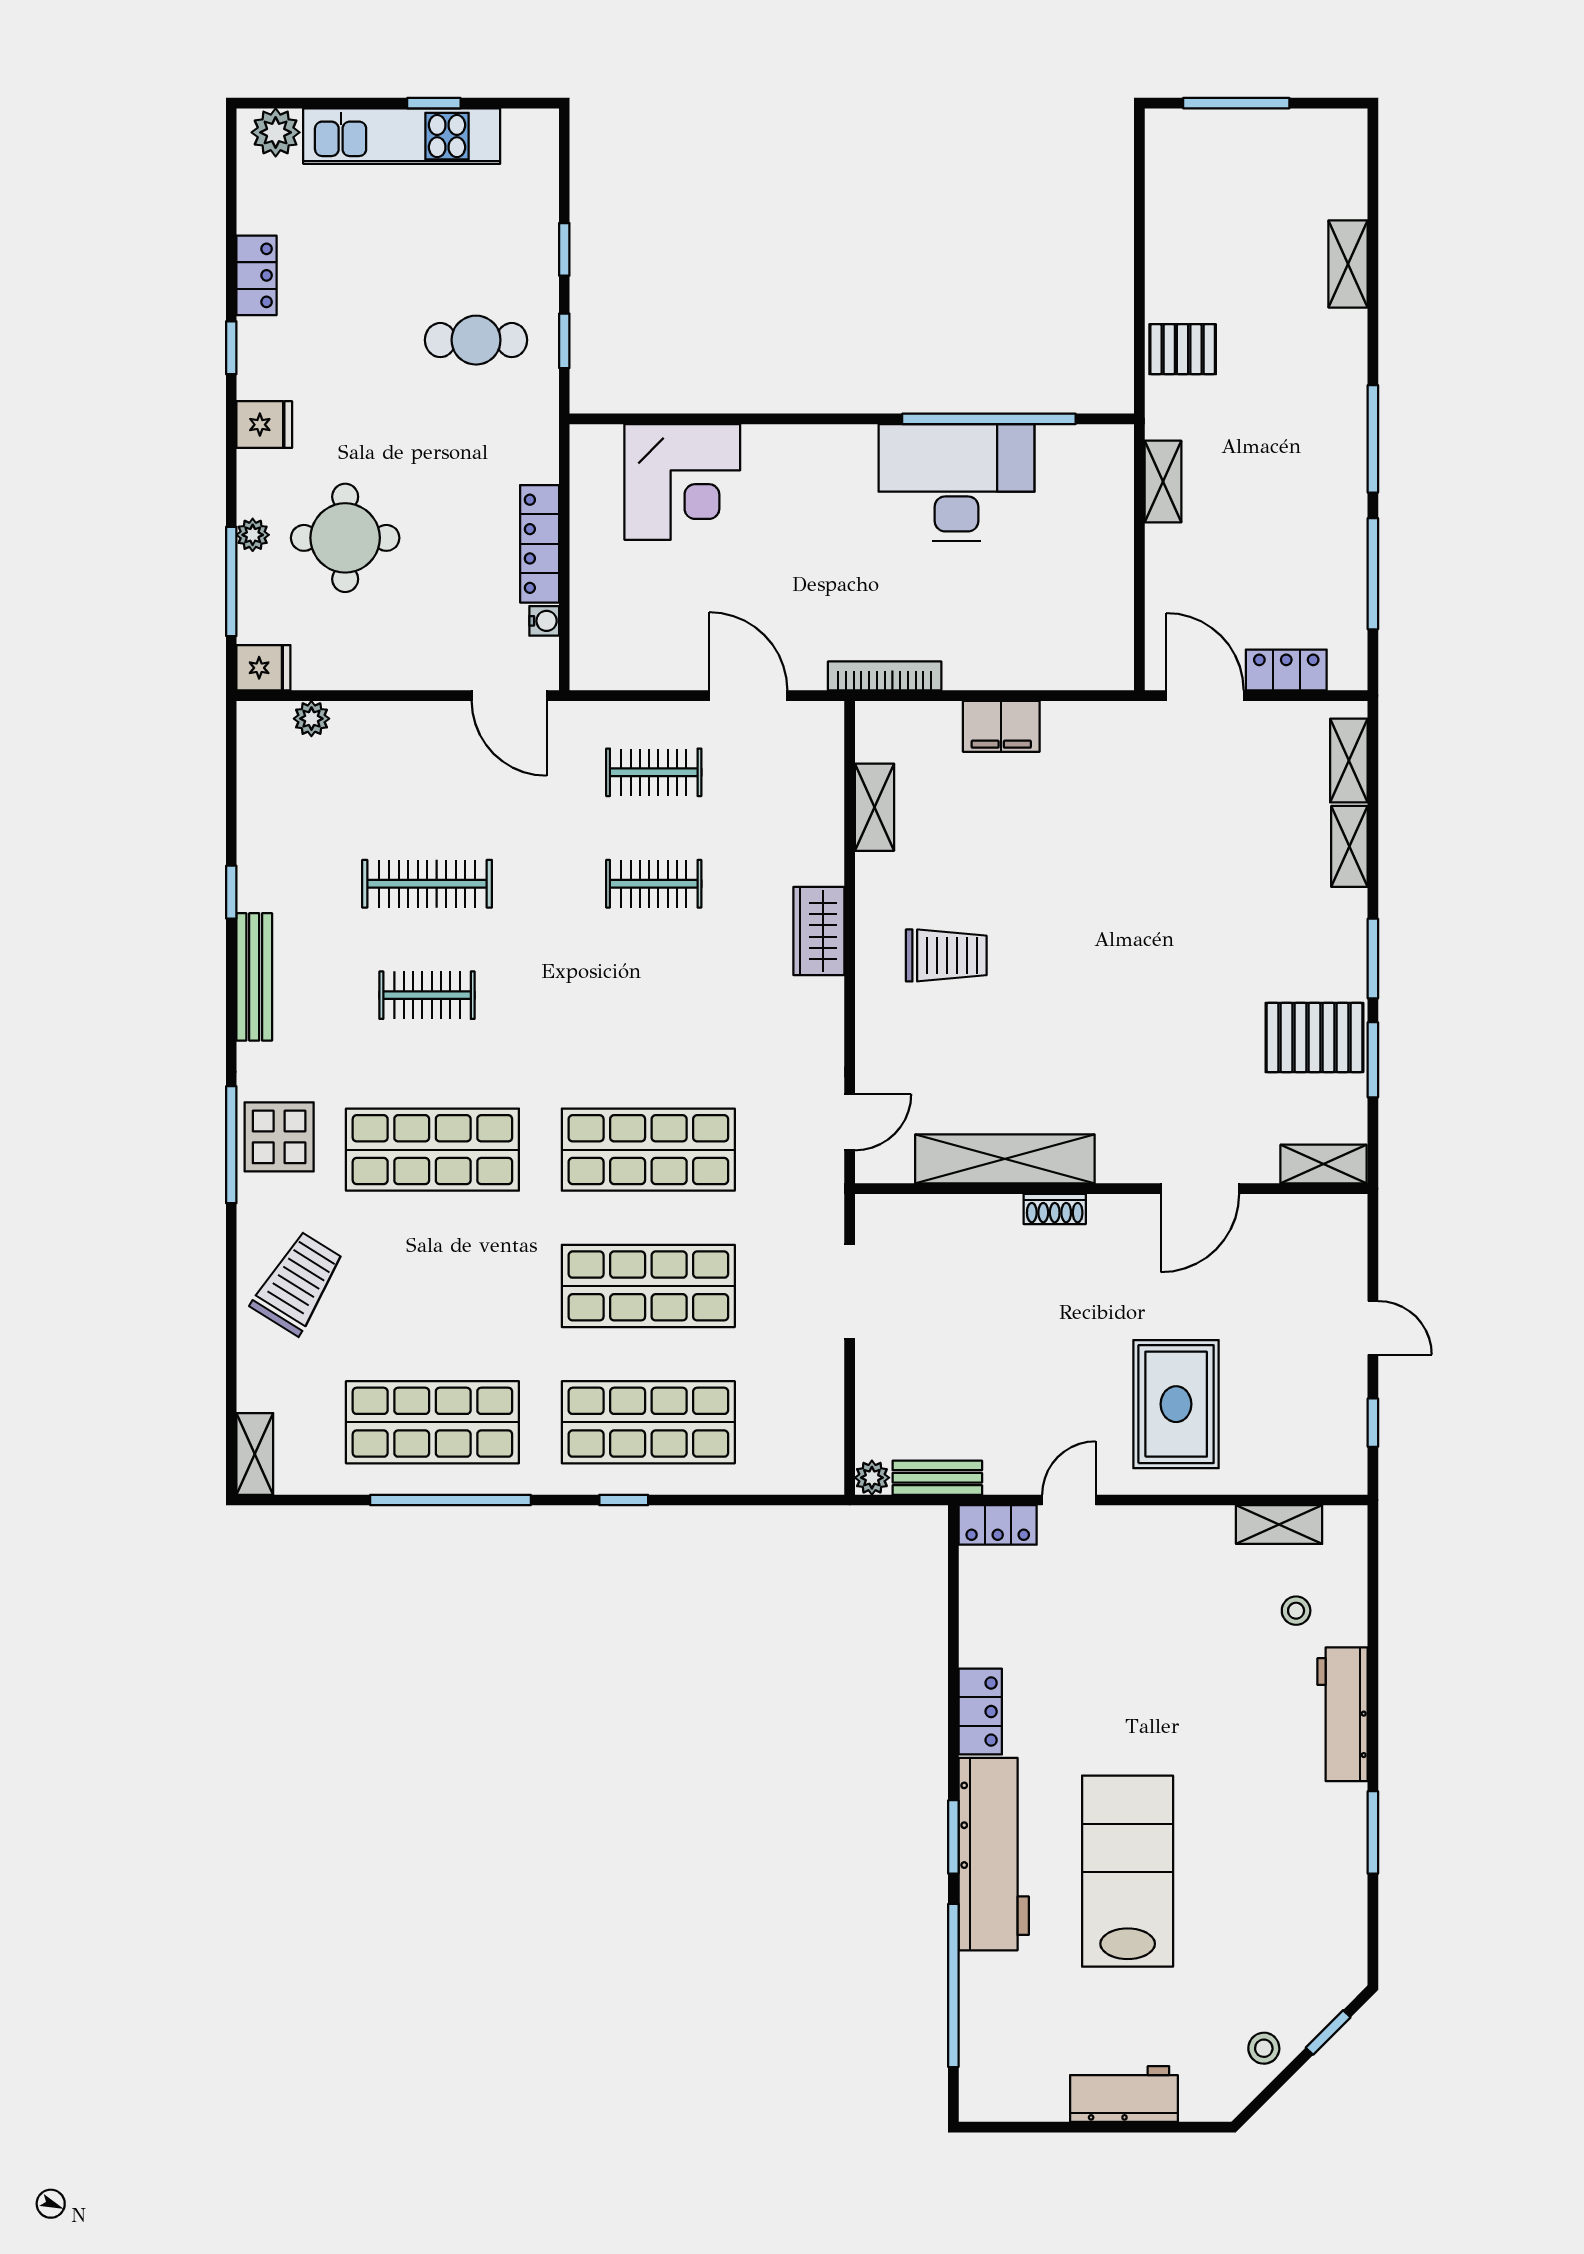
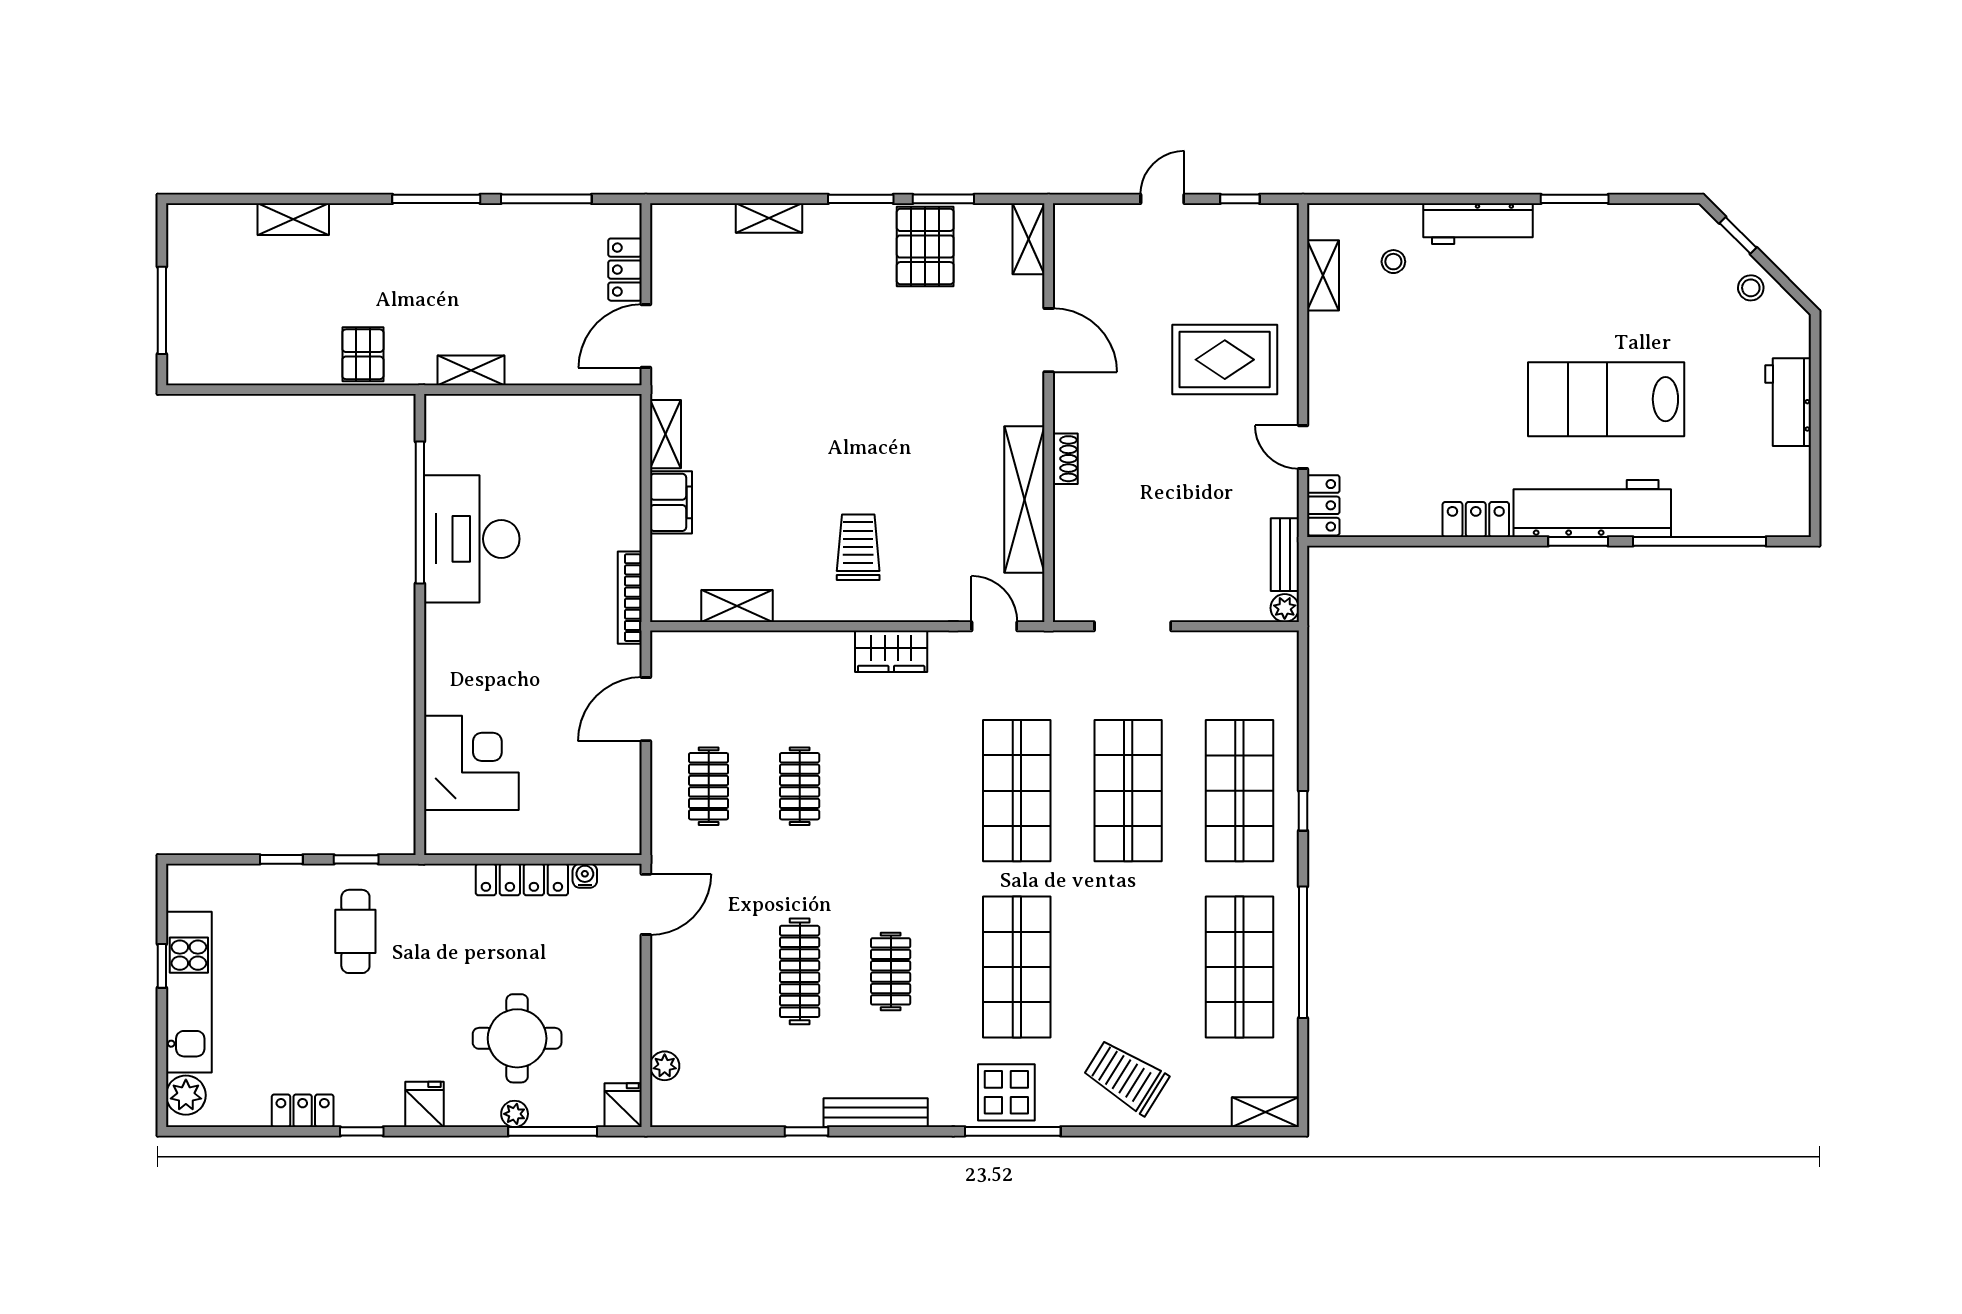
shelving: (1349, 761) -> (666, 434), moved, turned 90
wardrobe: (819, 931) -> (891, 651), moved

